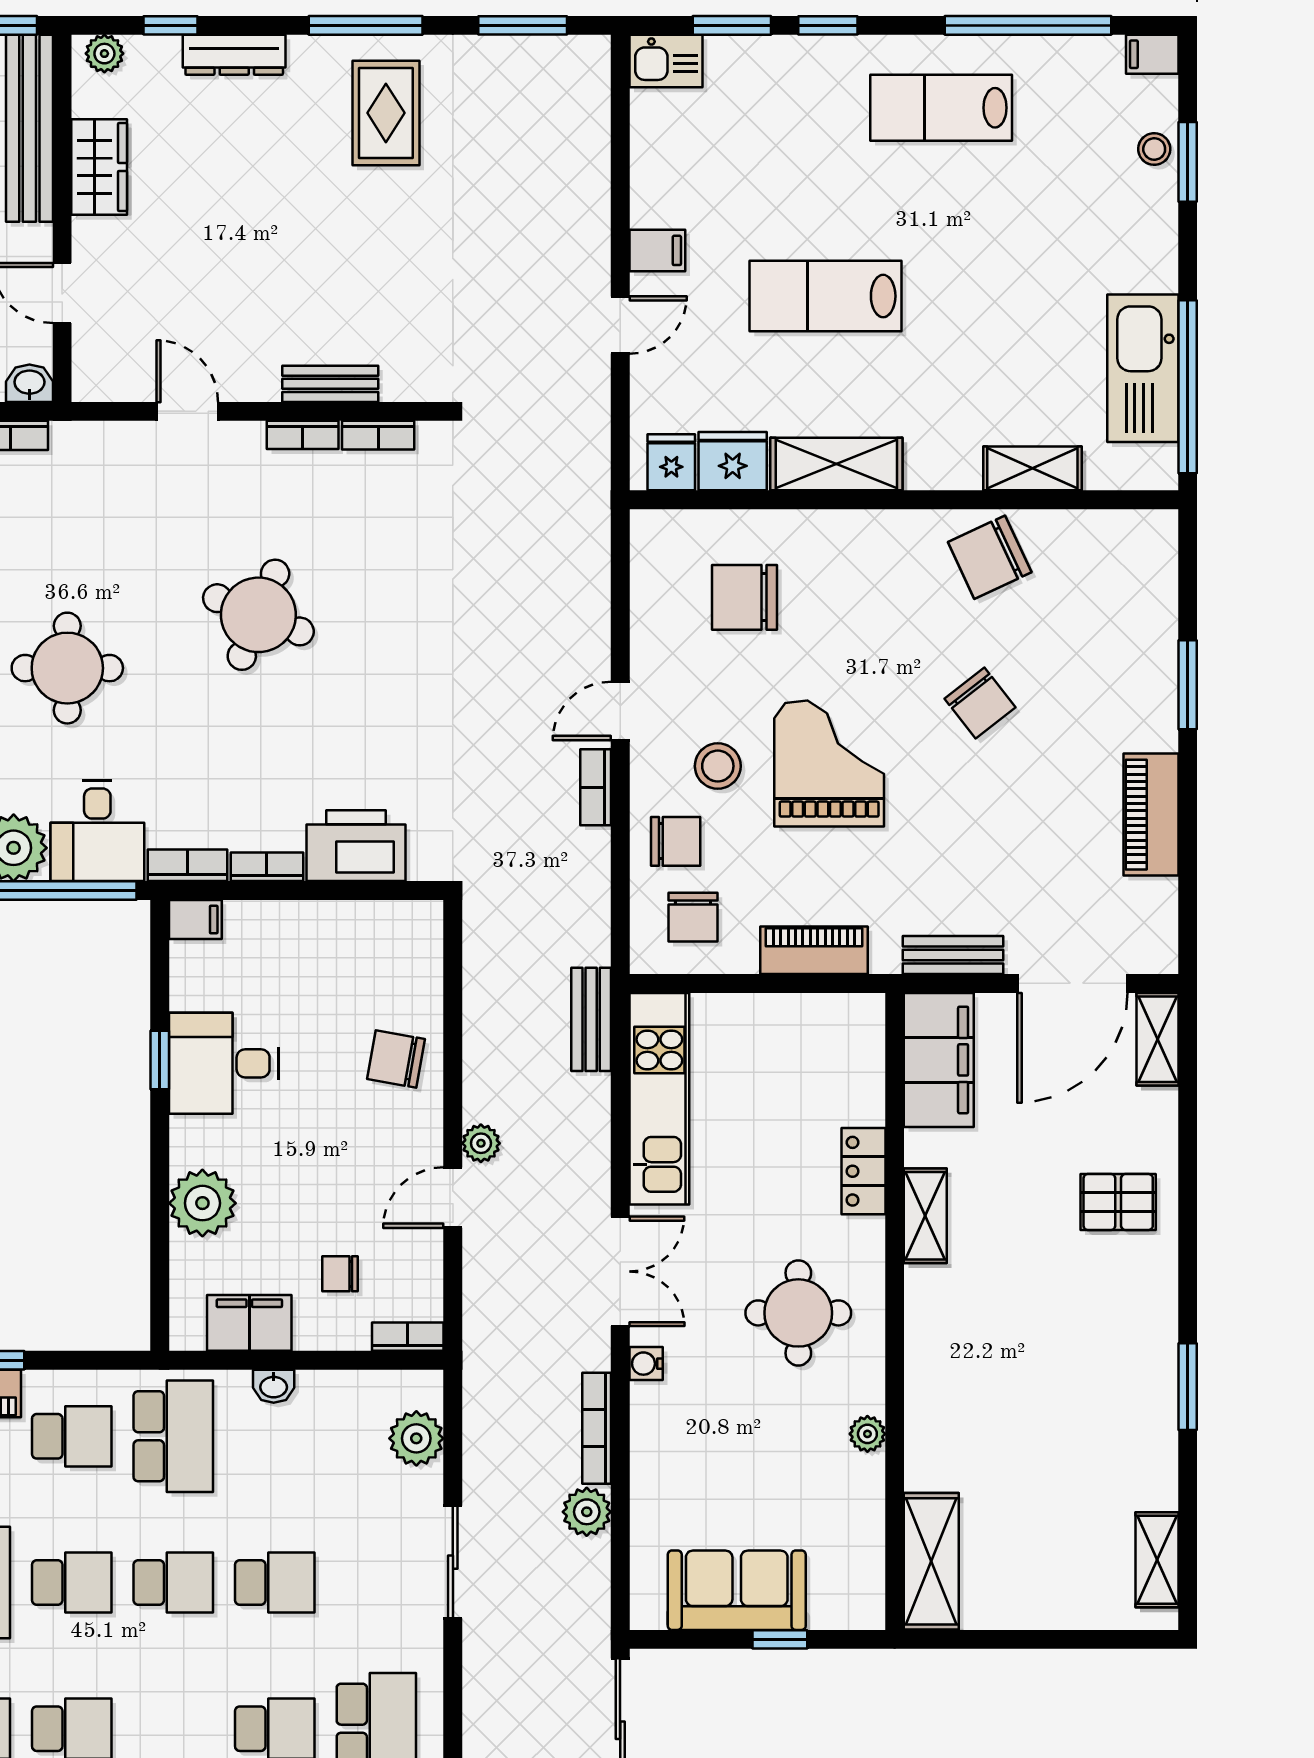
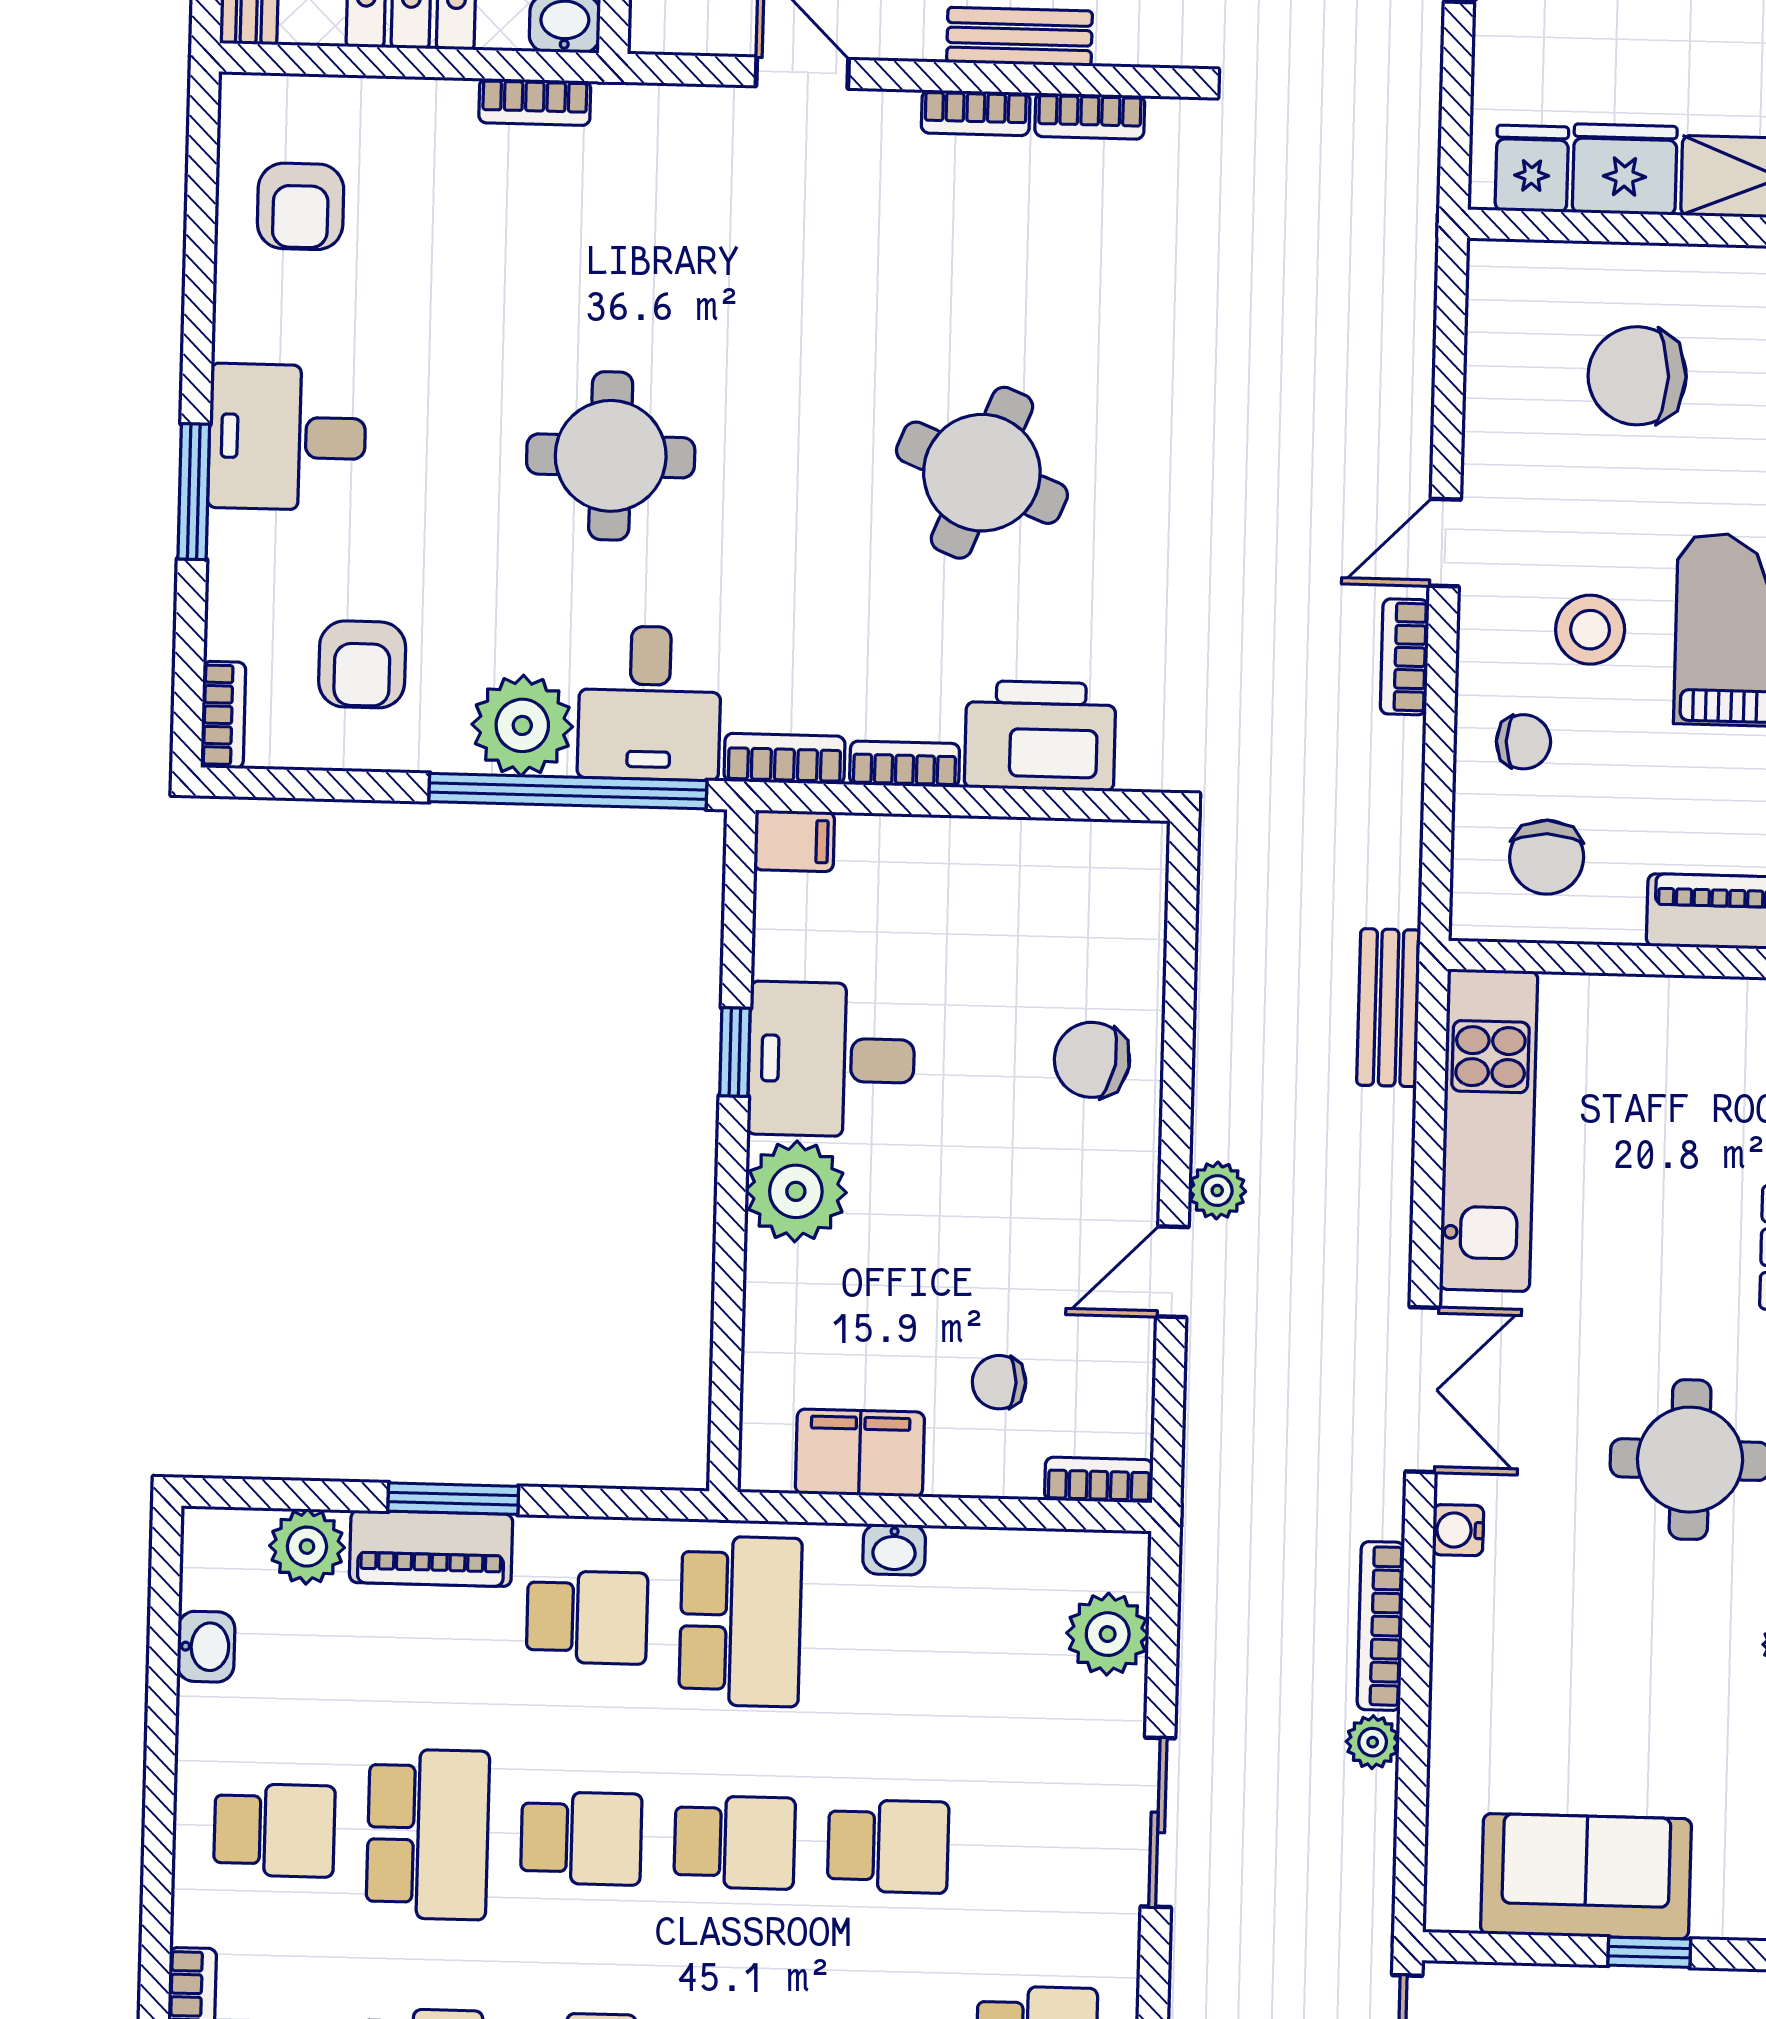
round table: (258, 615) -> (982, 473), moved
chair: (676, 841) -> (1523, 742), width x0.73, depth x0.73
plant: (202, 1203) -> (796, 1191), moved
plant: (587, 1512) -> (1373, 1742), width x0.73, depth x0.73

